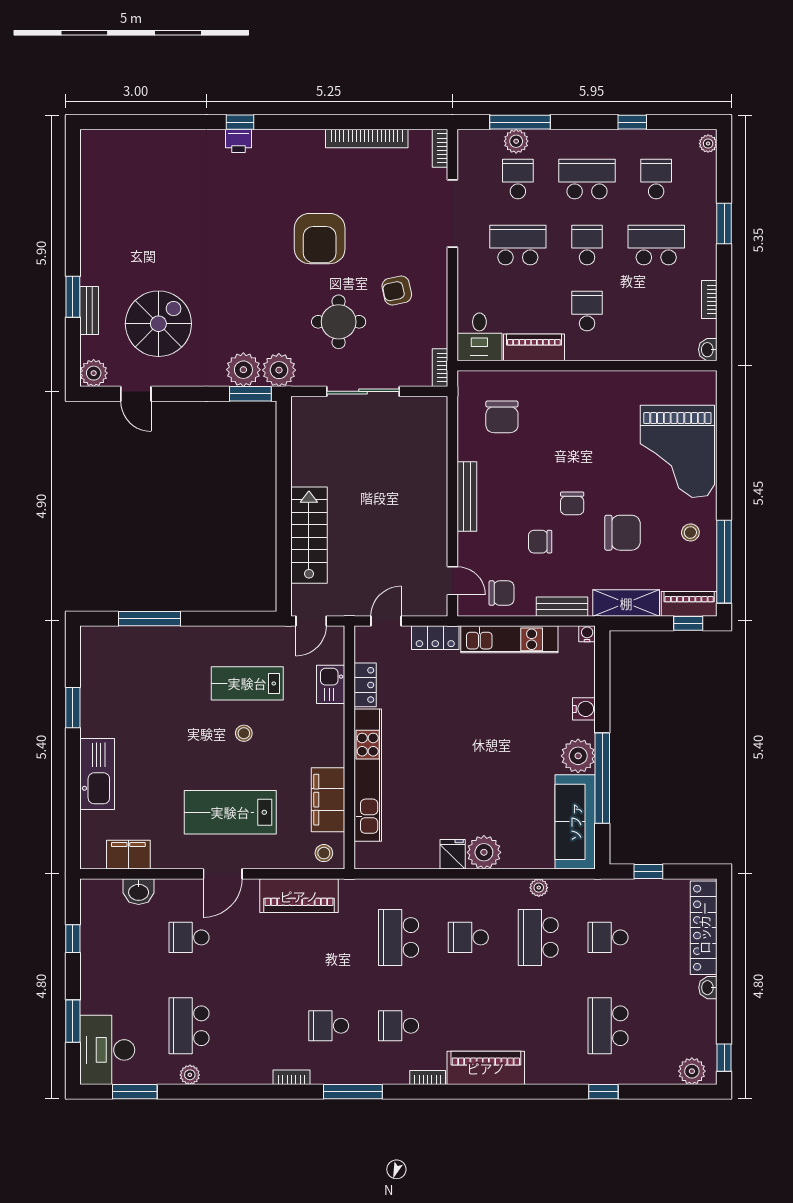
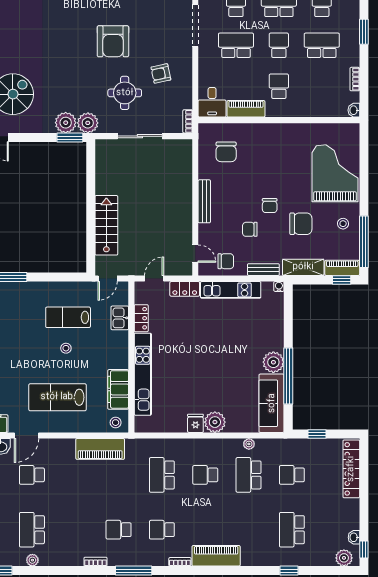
grand piano: (677, 451) -> (335, 173), turned 180
water cooler: (584, 709) -> (277, 333), removed
door: (223, 874) -> (26, 435), moved
washbasin: (708, 988) -> (354, 537), moved

